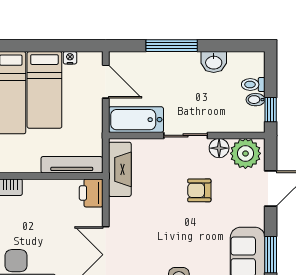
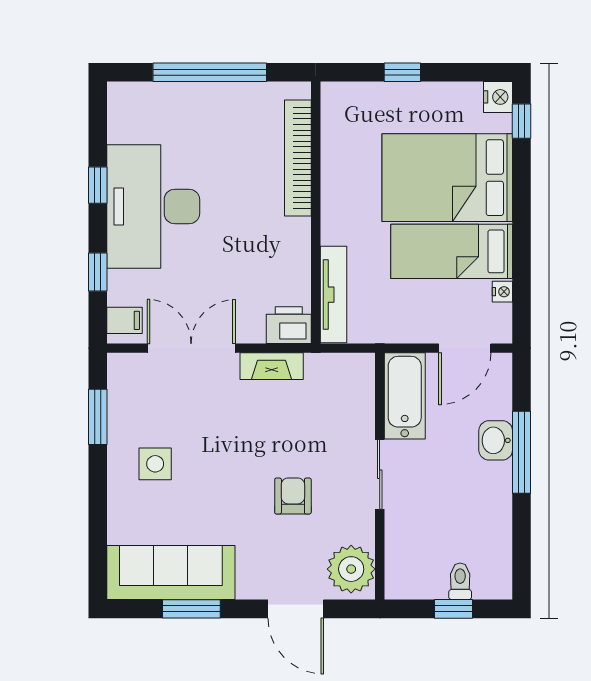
washbasin: (214, 62) -> (496, 440), moved
bidet: (256, 100) -> (436, 585), removed
window: (271, 110) -> (454, 609), moved
floor lamp: (219, 148) -> (360, 527), removed
fireplace: (120, 169) -> (272, 366), moved, width x0.73, depth x0.76

